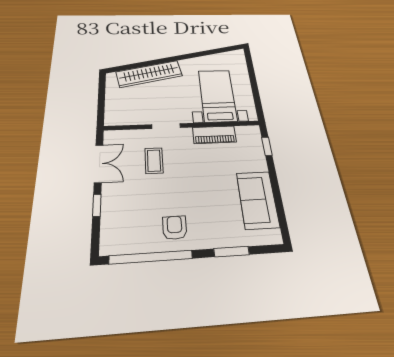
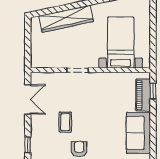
piano: (214, 135) -> (143, 95), moved, turned 90
coffee table: (154, 161) -> (65, 122), moved
window: (97, 205) -> (28, 145), moved

